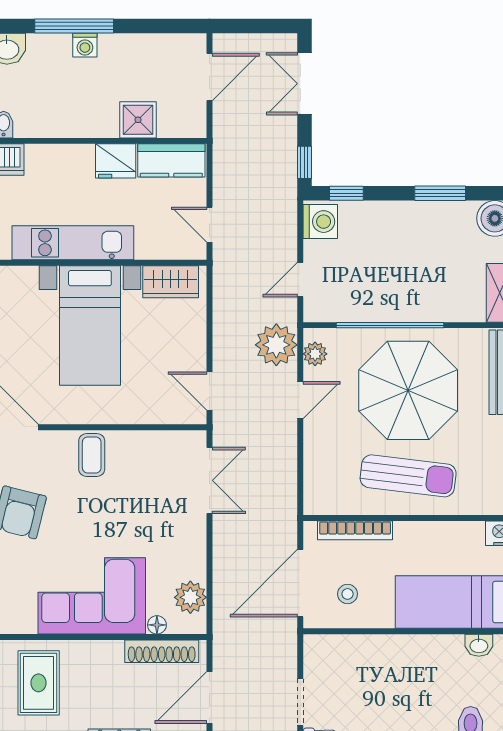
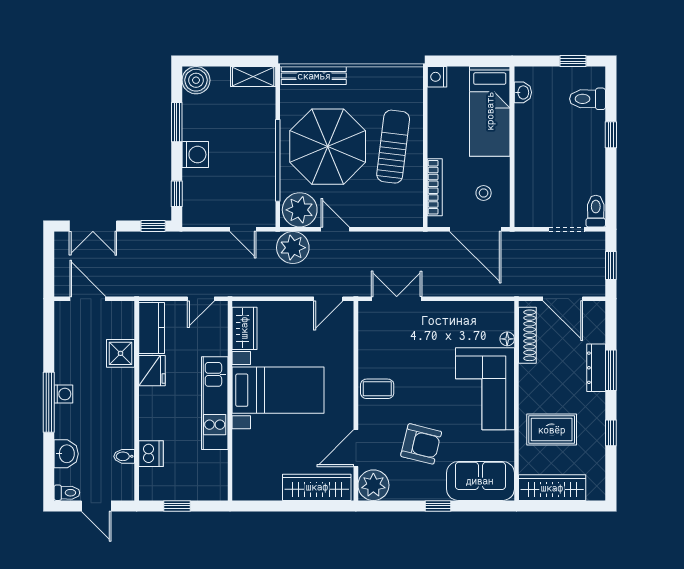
washing machine: (320, 222) -> (195, 155), moved, turned 90
plant: (315, 354) -> (300, 210), width x1.88, depth x1.88
plant: (190, 597) -> (486, 313), removed

